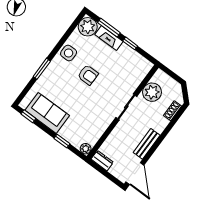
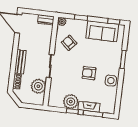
plant: (88, 27) -> (71, 102), moved
armchair: (91, 121) -> (69, 43), added
bench: (147, 144) -> (20, 62), moved

